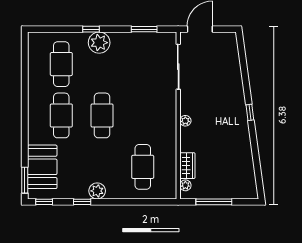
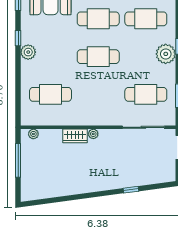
cafe table: (143, 64) -> (146, 94), added
window: (250, 112) -> (131, 190), moved
wardrobe: (187, 166) -> (75, 136), moved

